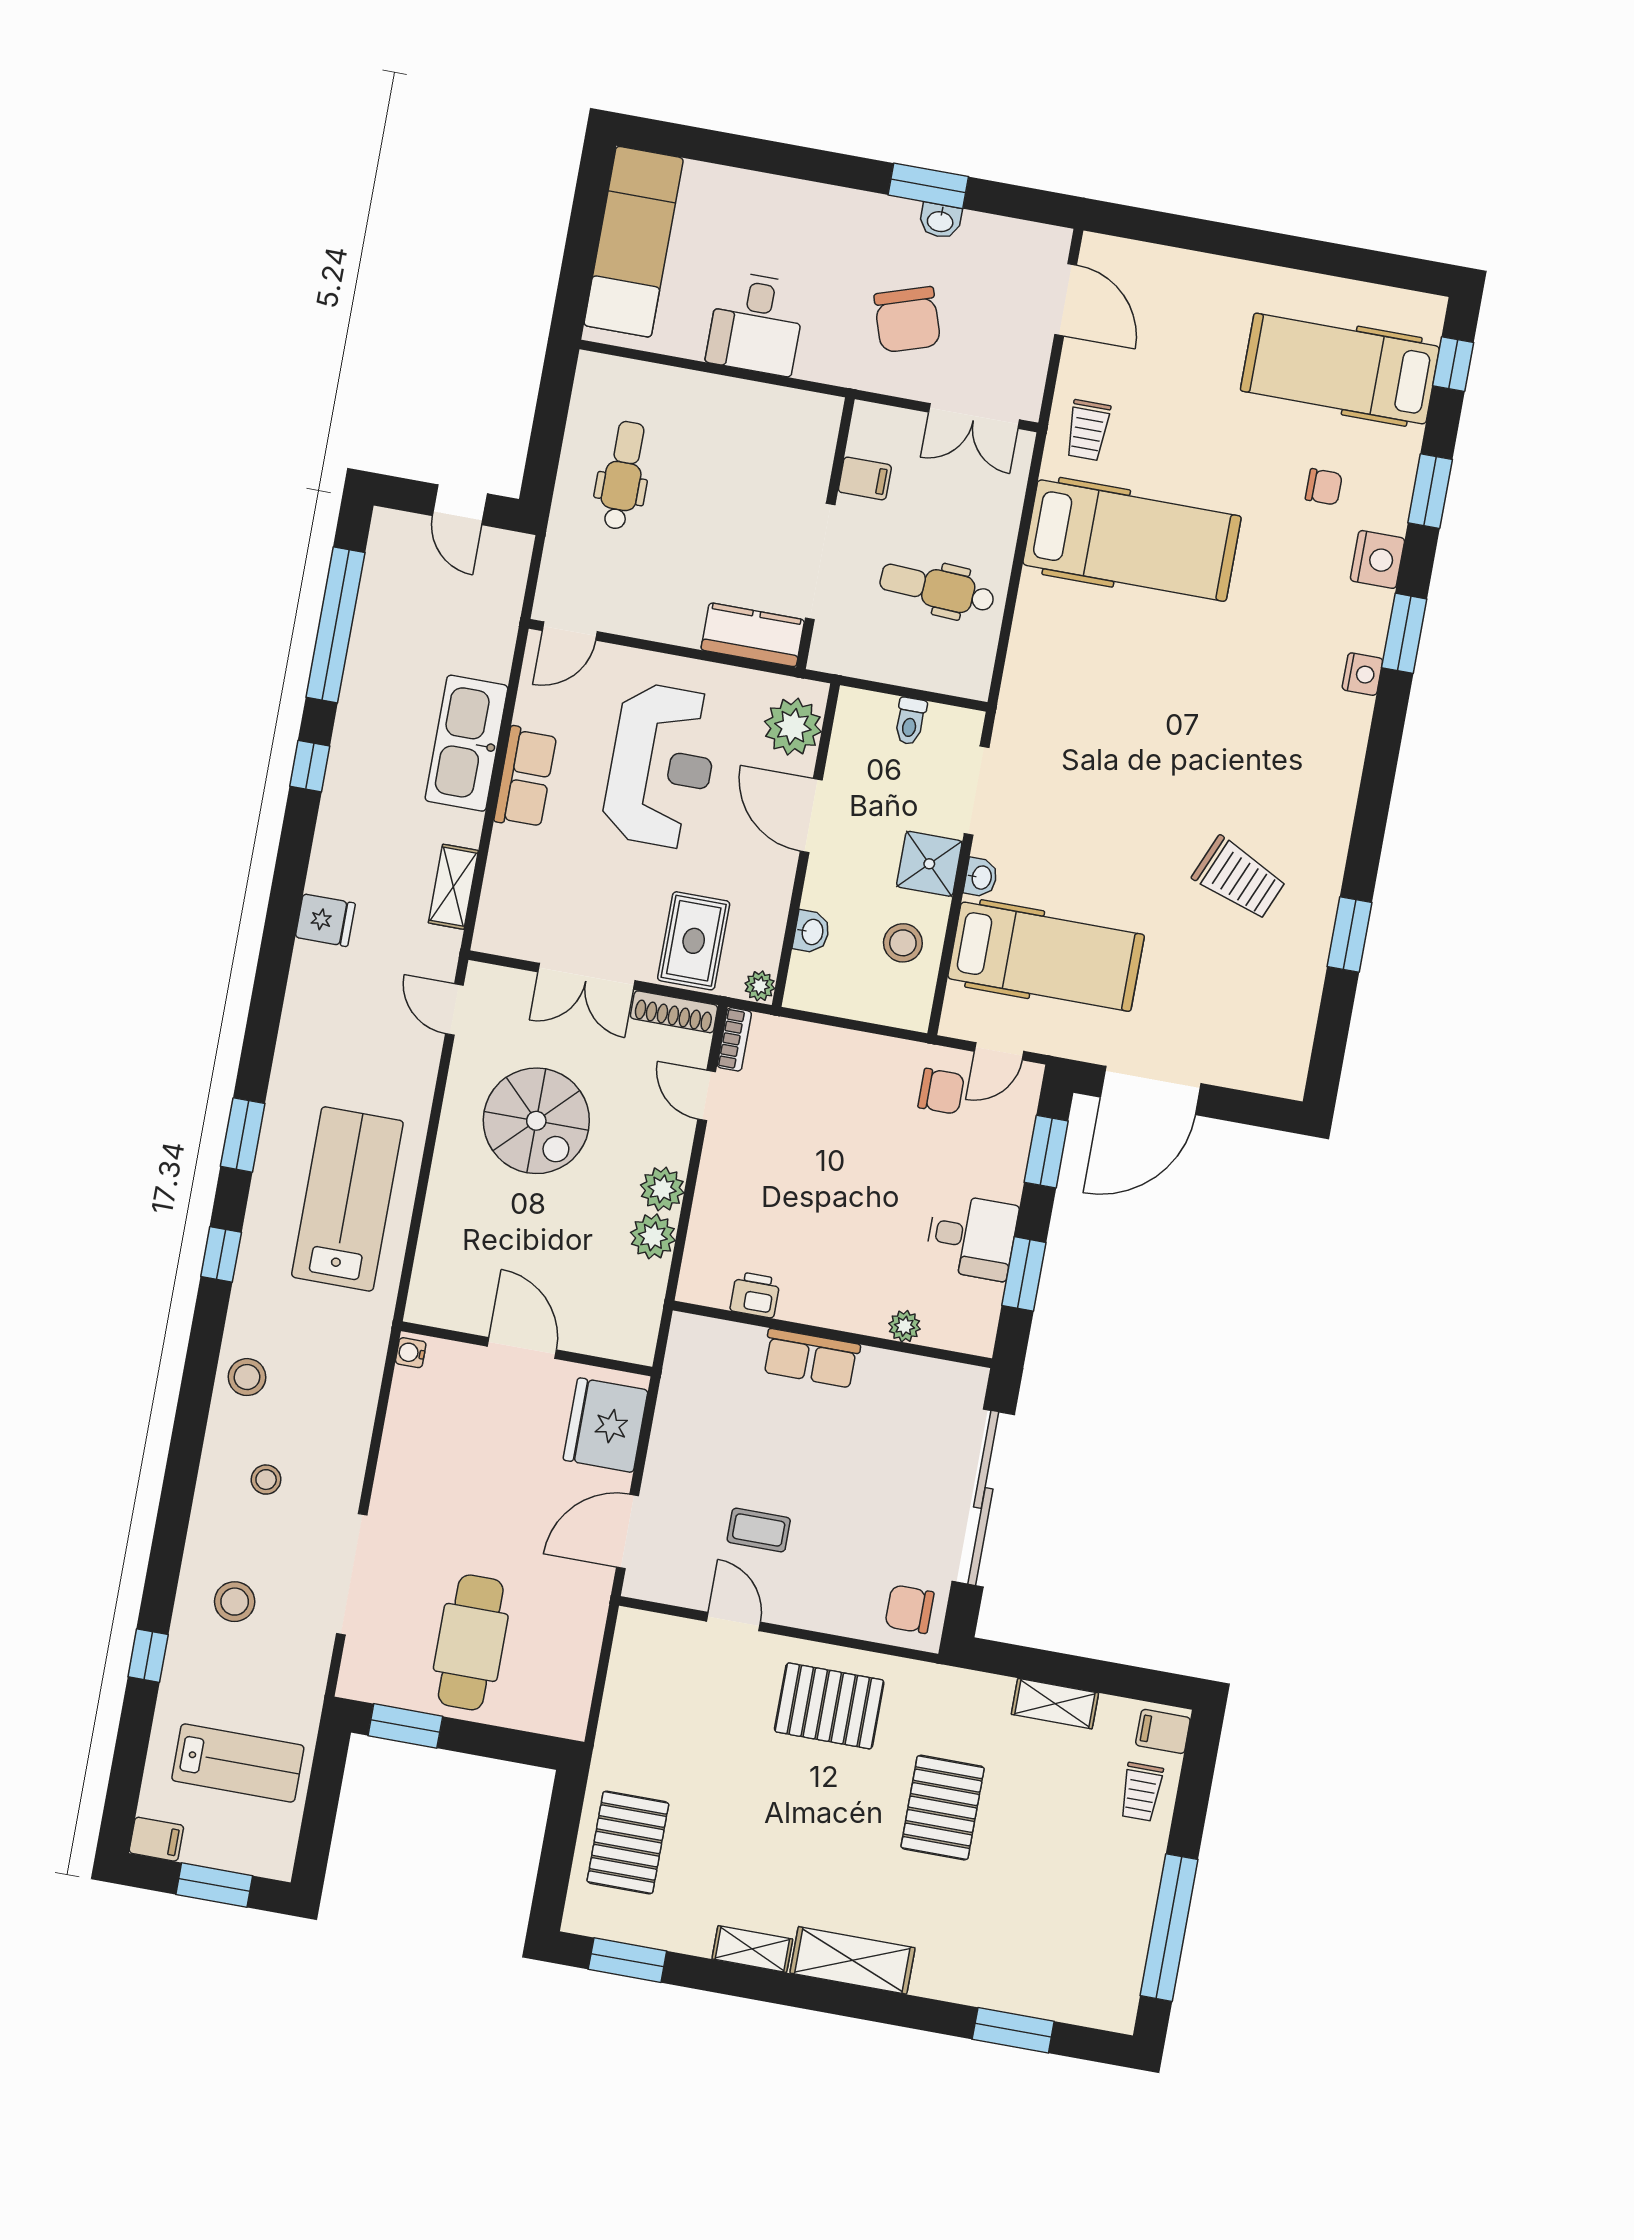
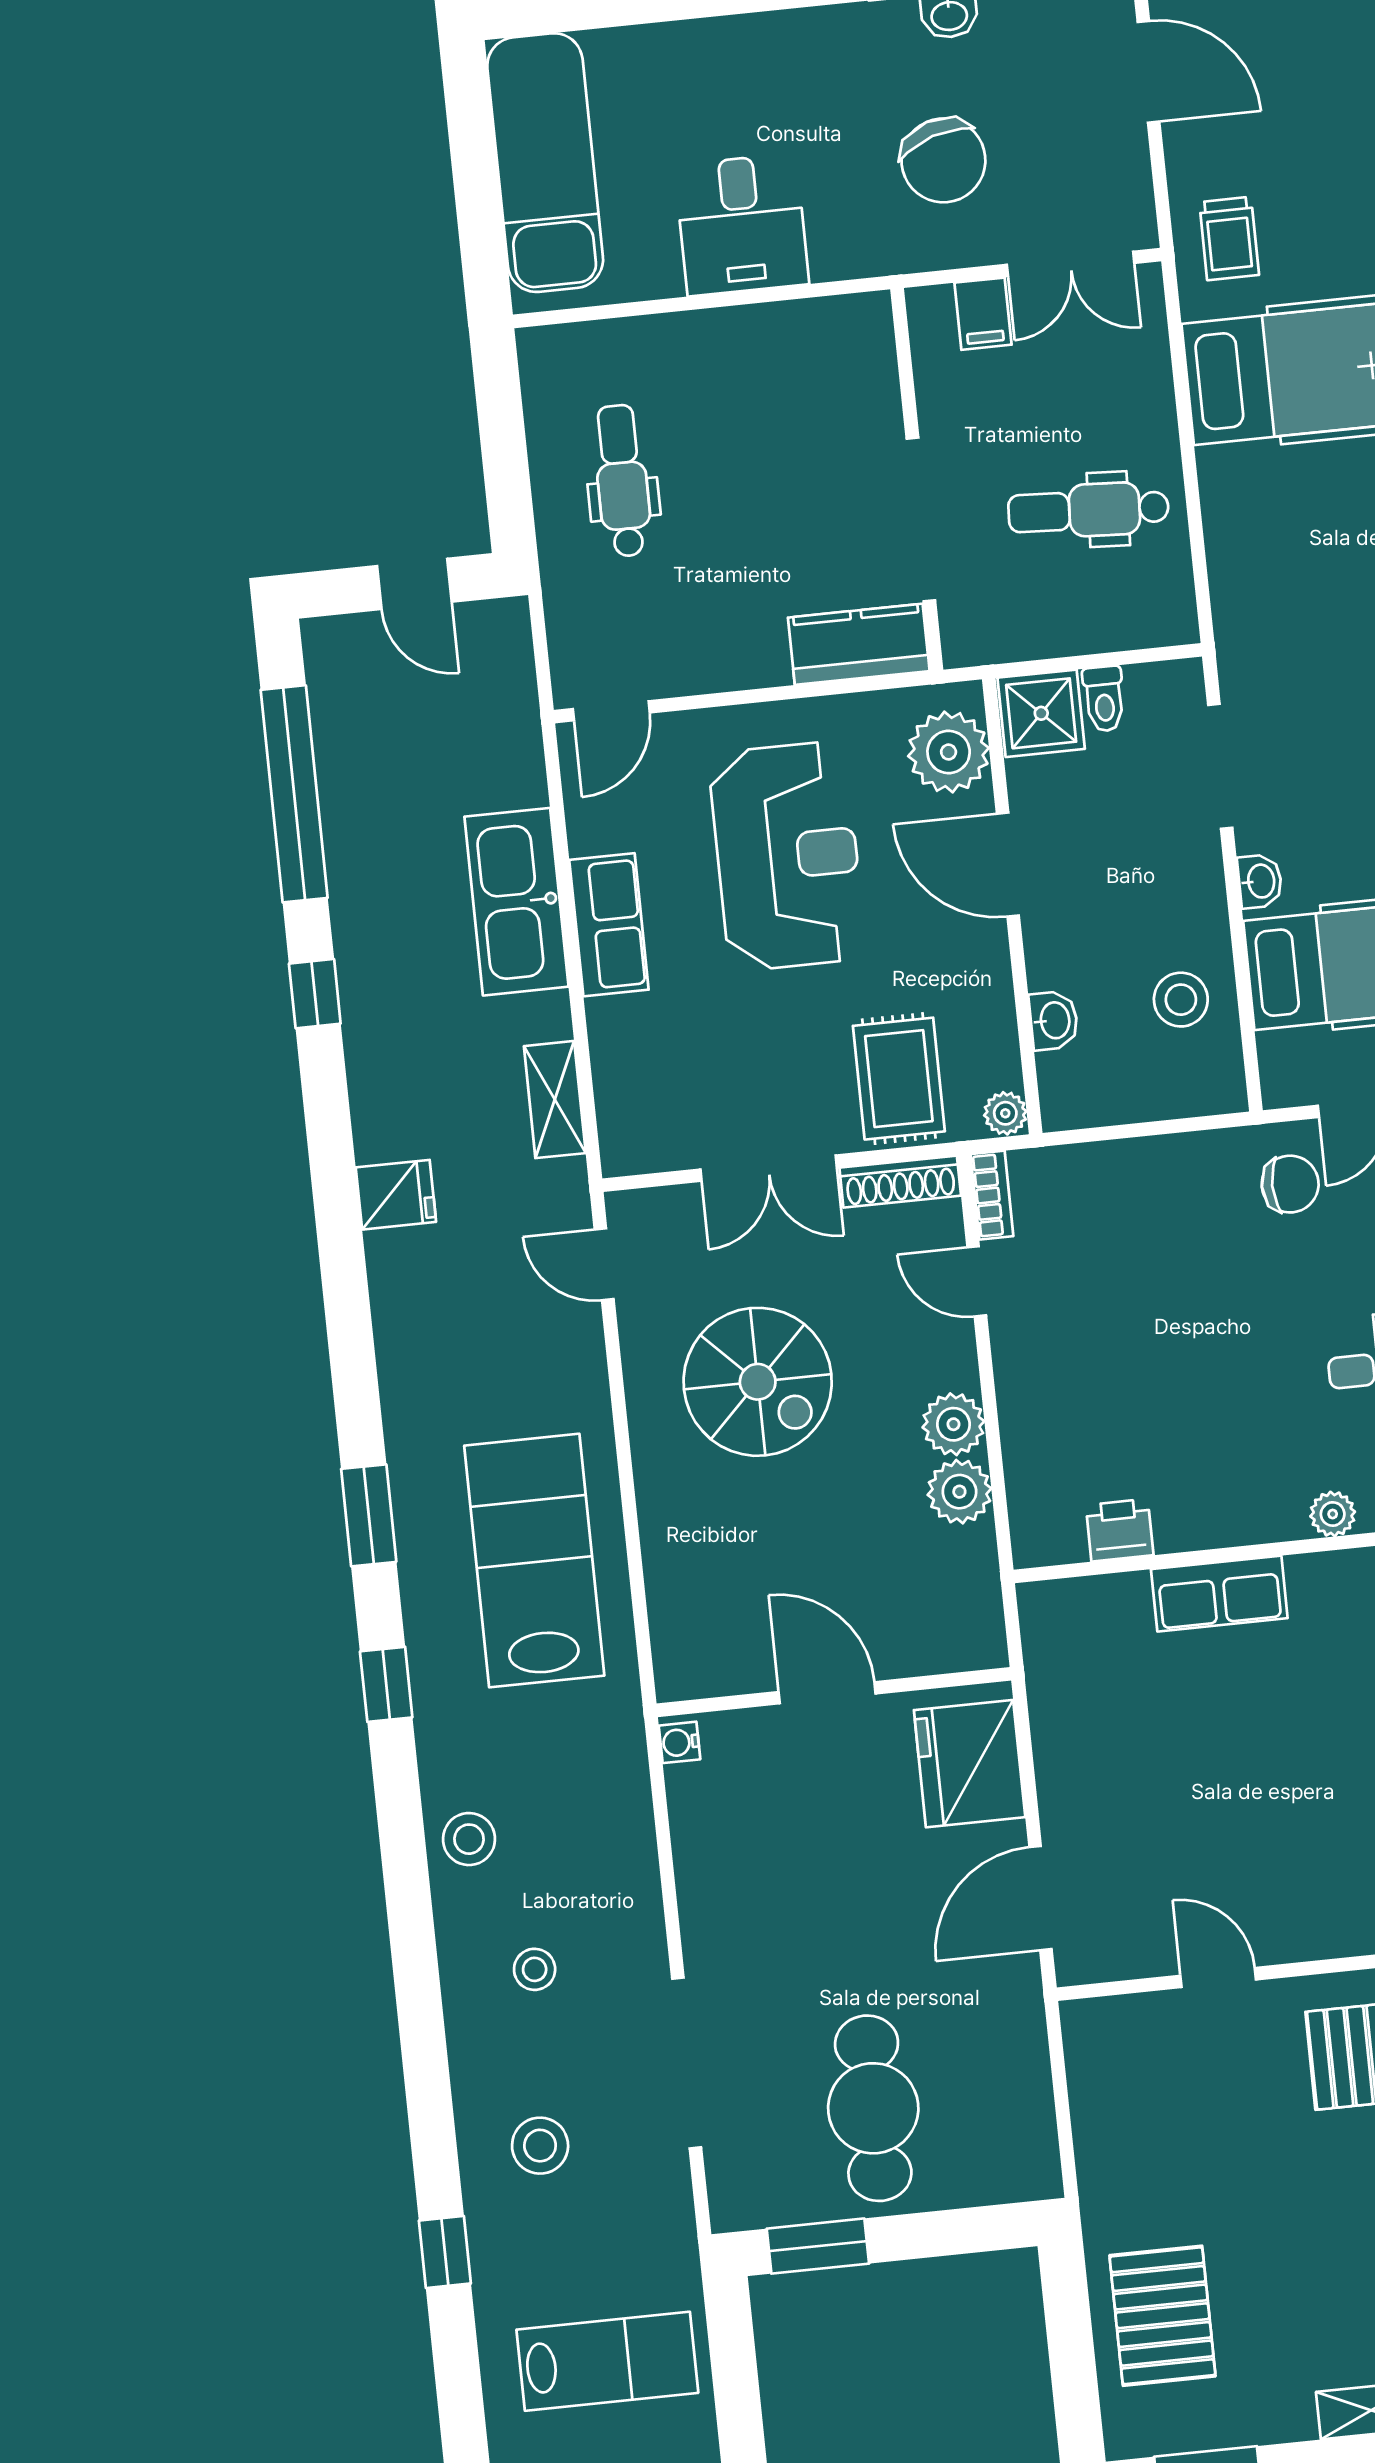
filing cabinet: (865, 478) -> (983, 314), moved, turned 90
shower: (929, 864) -> (1041, 713), moved
coffee table: (759, 1530) -> (1216, 1845), removed

